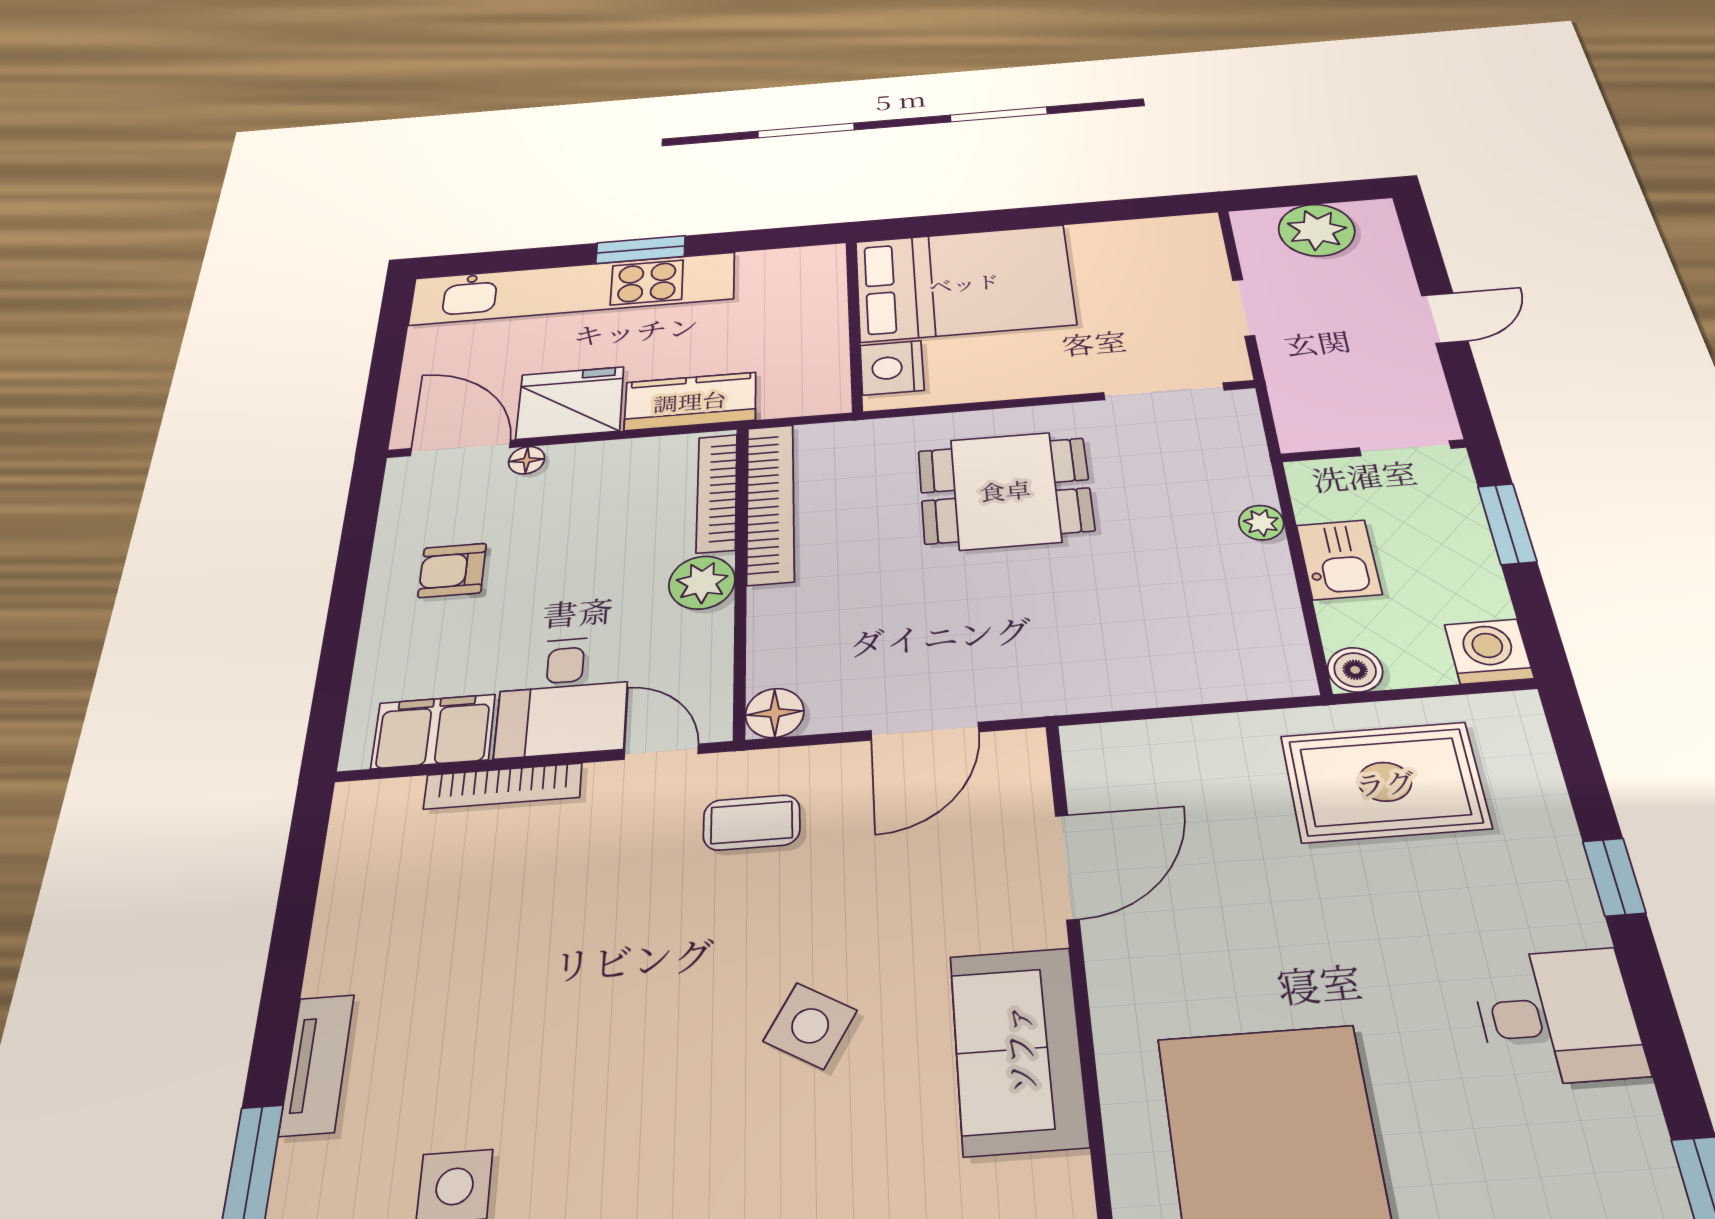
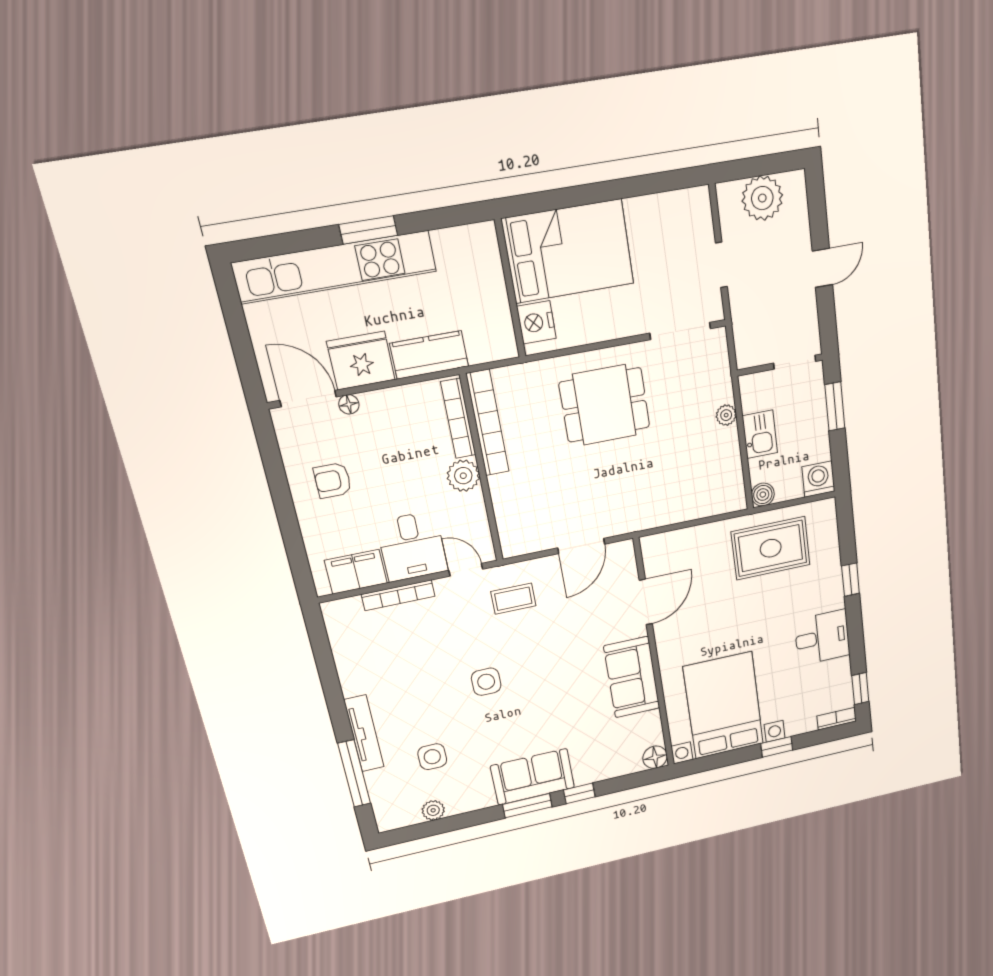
floor lamp: (775, 713) -> (513, 544), removed
side table: (810, 1026) -> (486, 682), moved, turned -30
tv unit: (317, 1064) -> (364, 733), width x1.41

